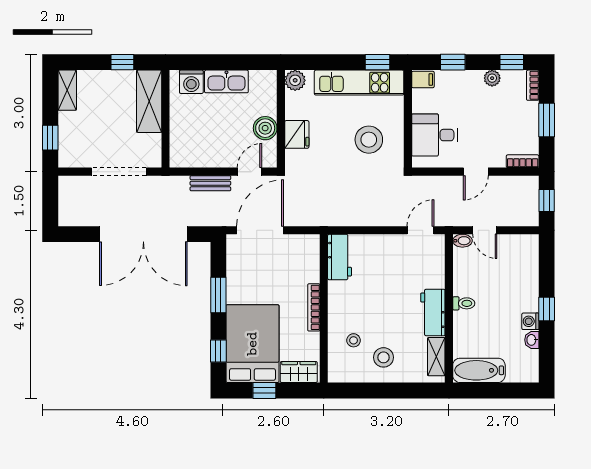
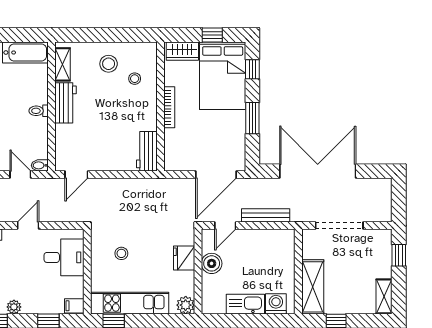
stool: (369, 140) -> (121, 253), width x0.53, depth x0.53
bench: (210, 183) -> (266, 215), width x1.36

